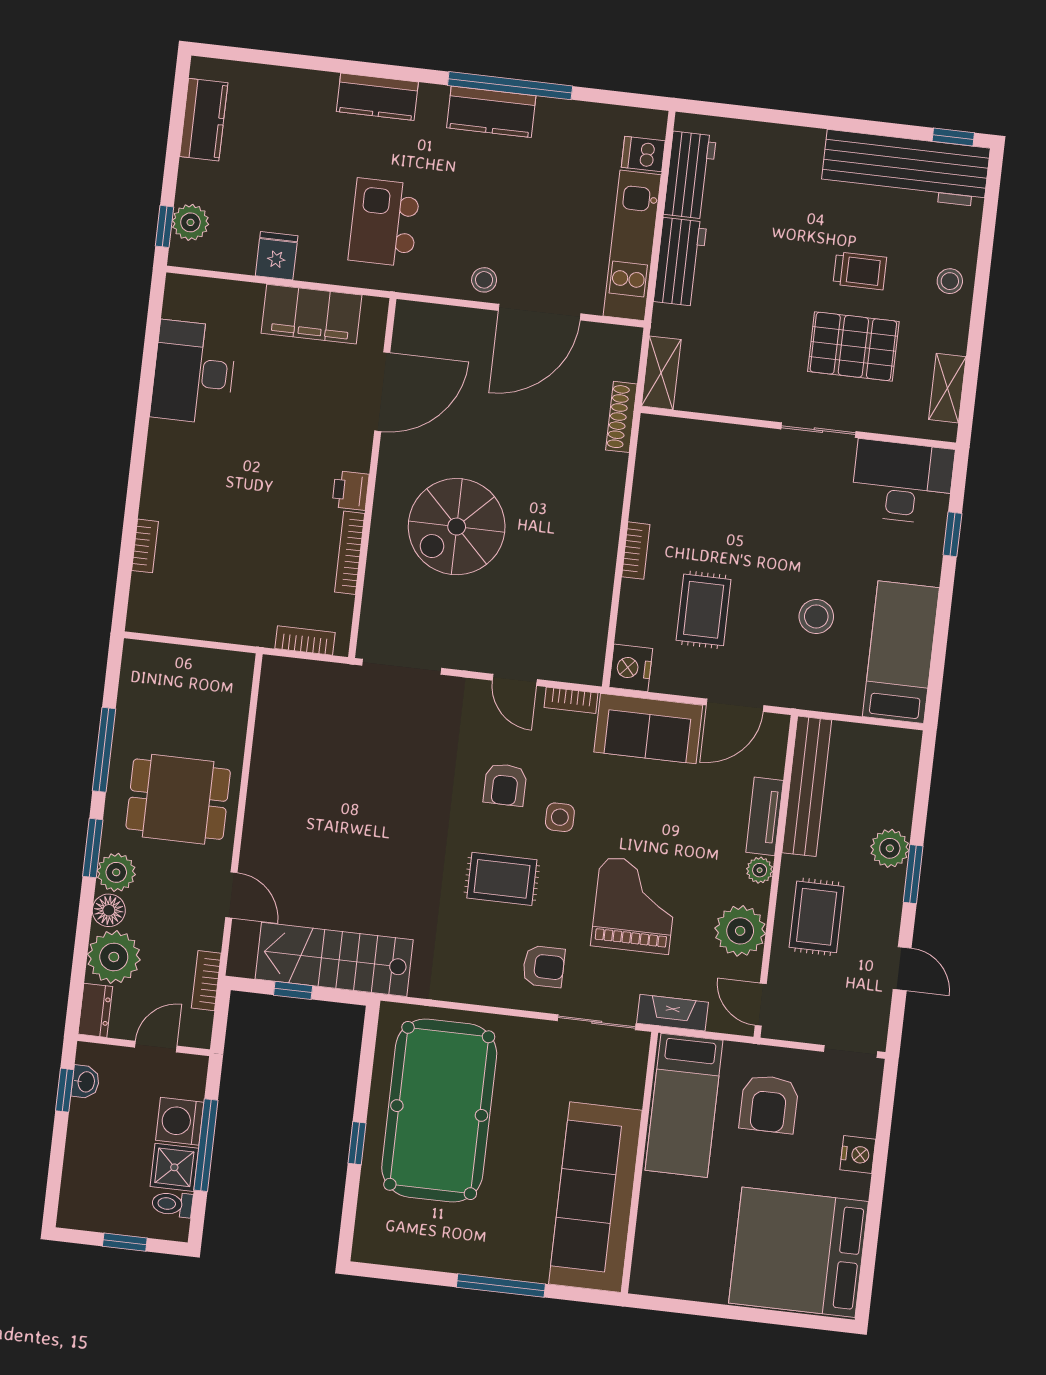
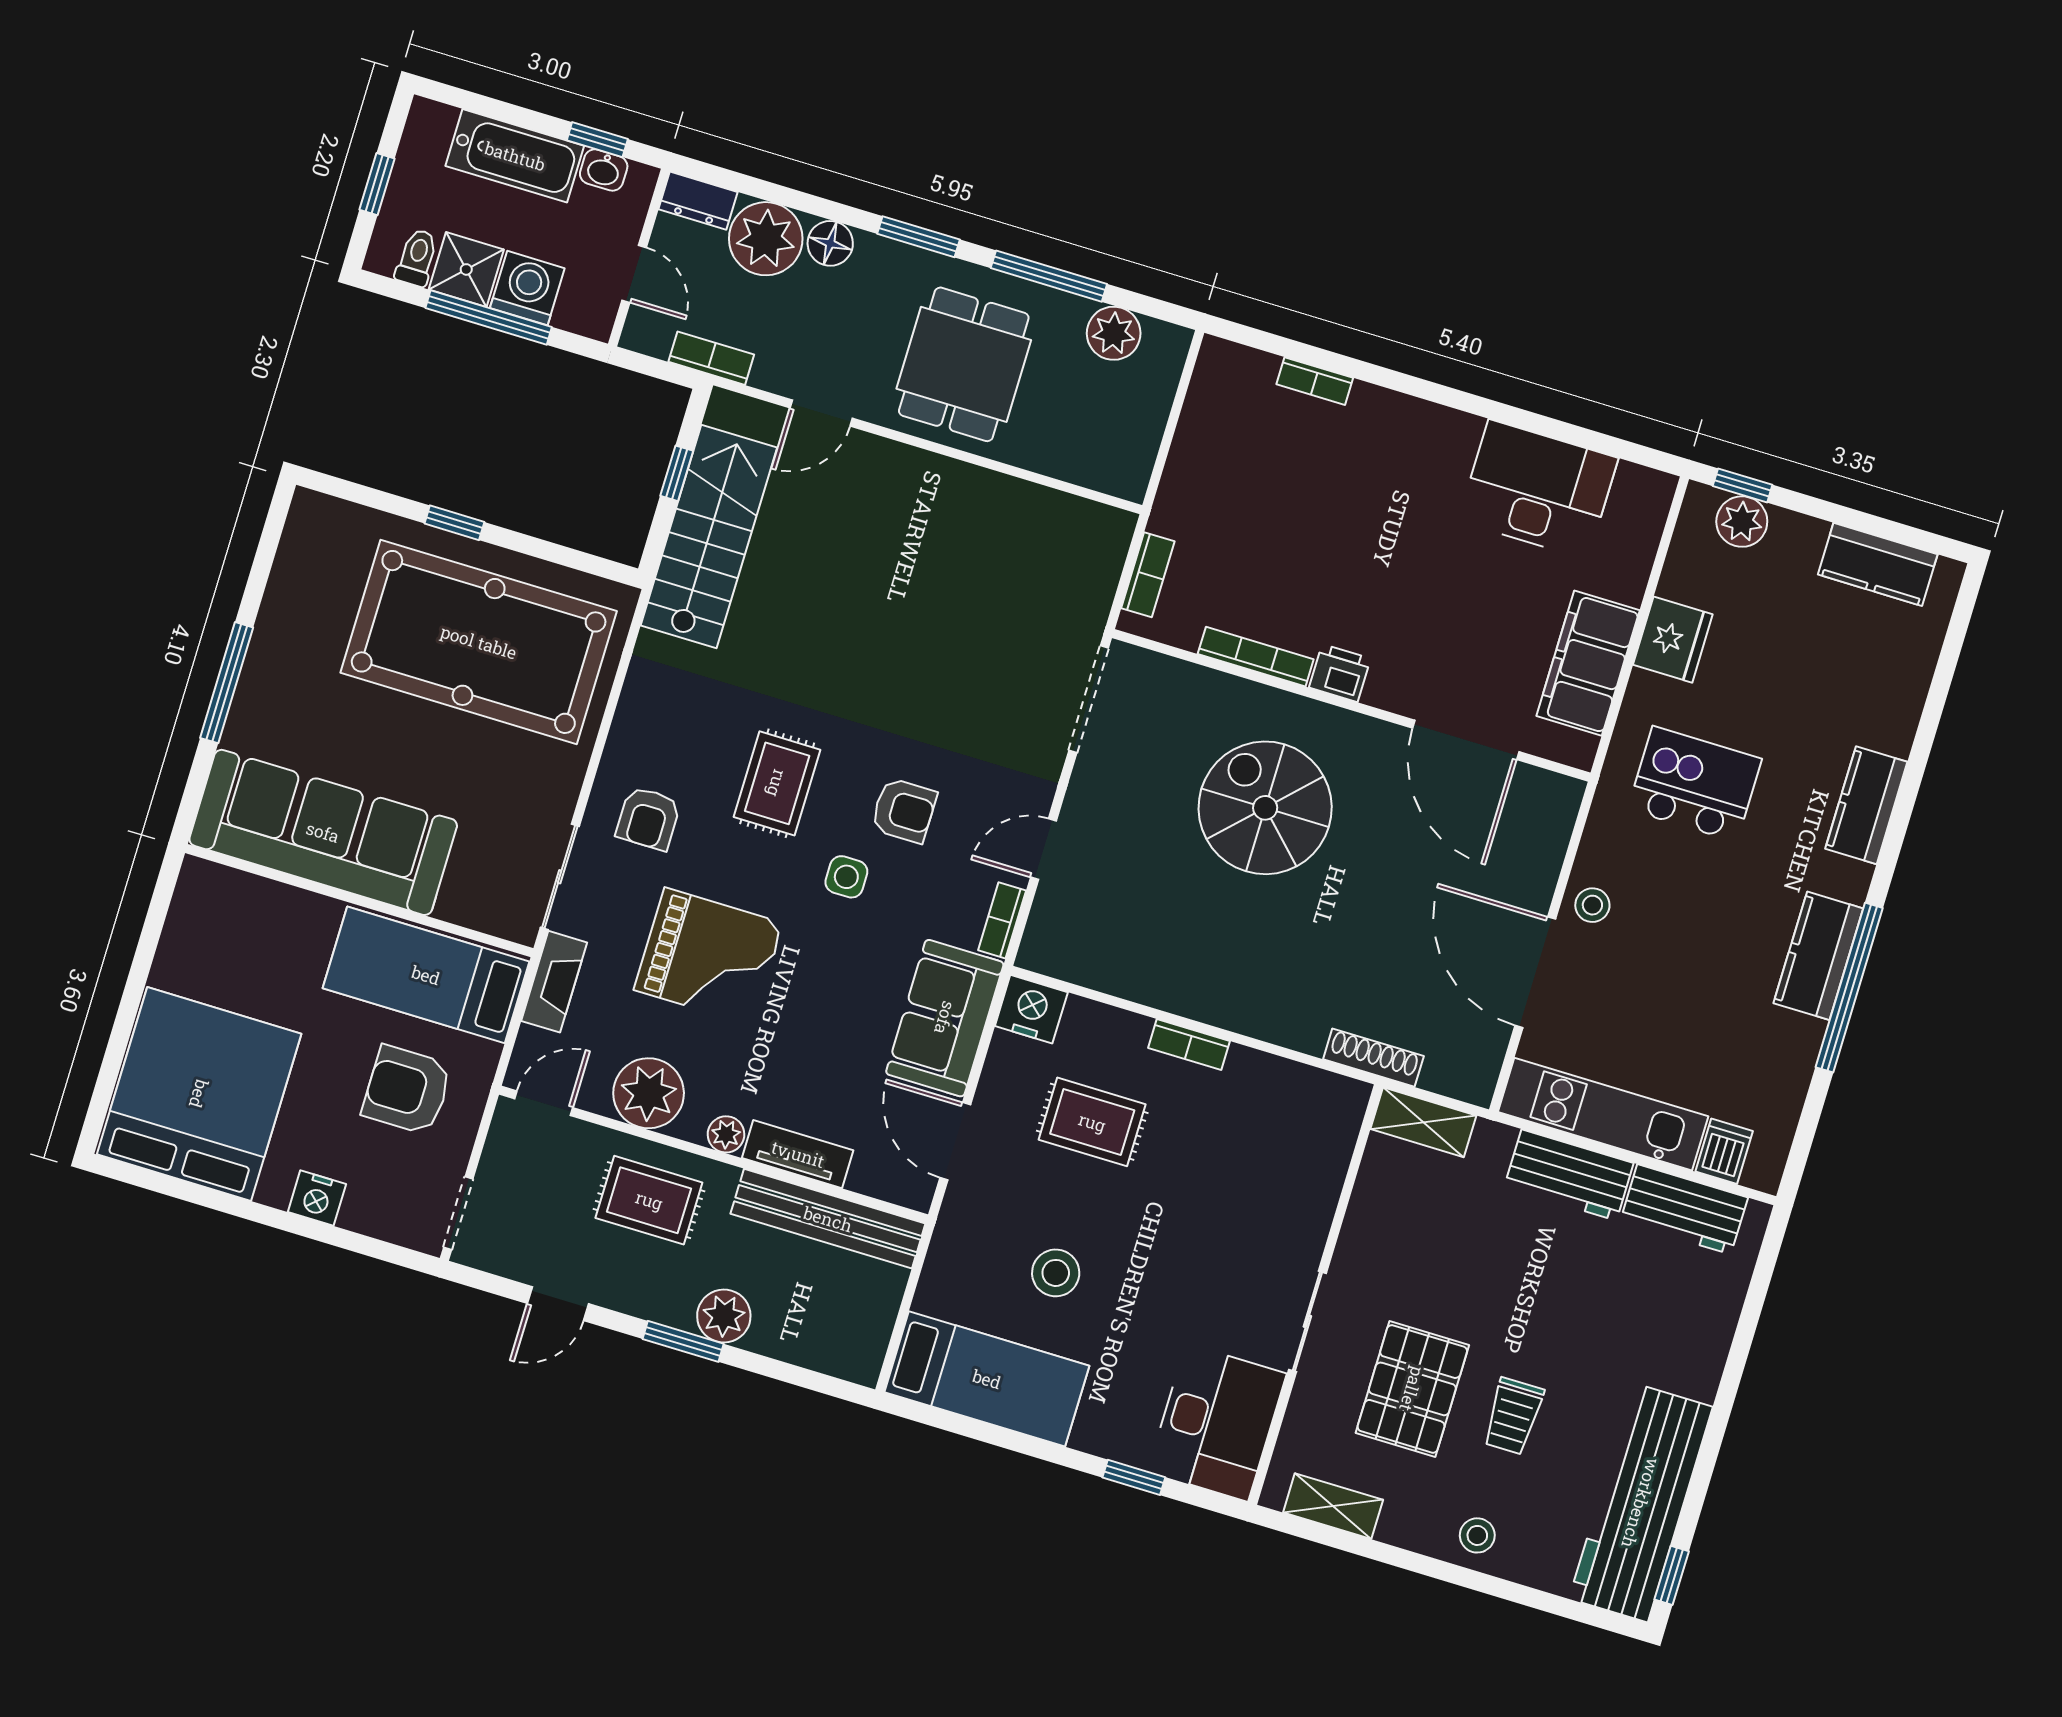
fridge: (277, 256) -> (1673, 640), width x1.38
armchair: (505, 785) -> (904, 810), turned 180
plant: (116, 872) -> (1114, 333), moved
bathtub: (87, 1147) -> (515, 156), added

